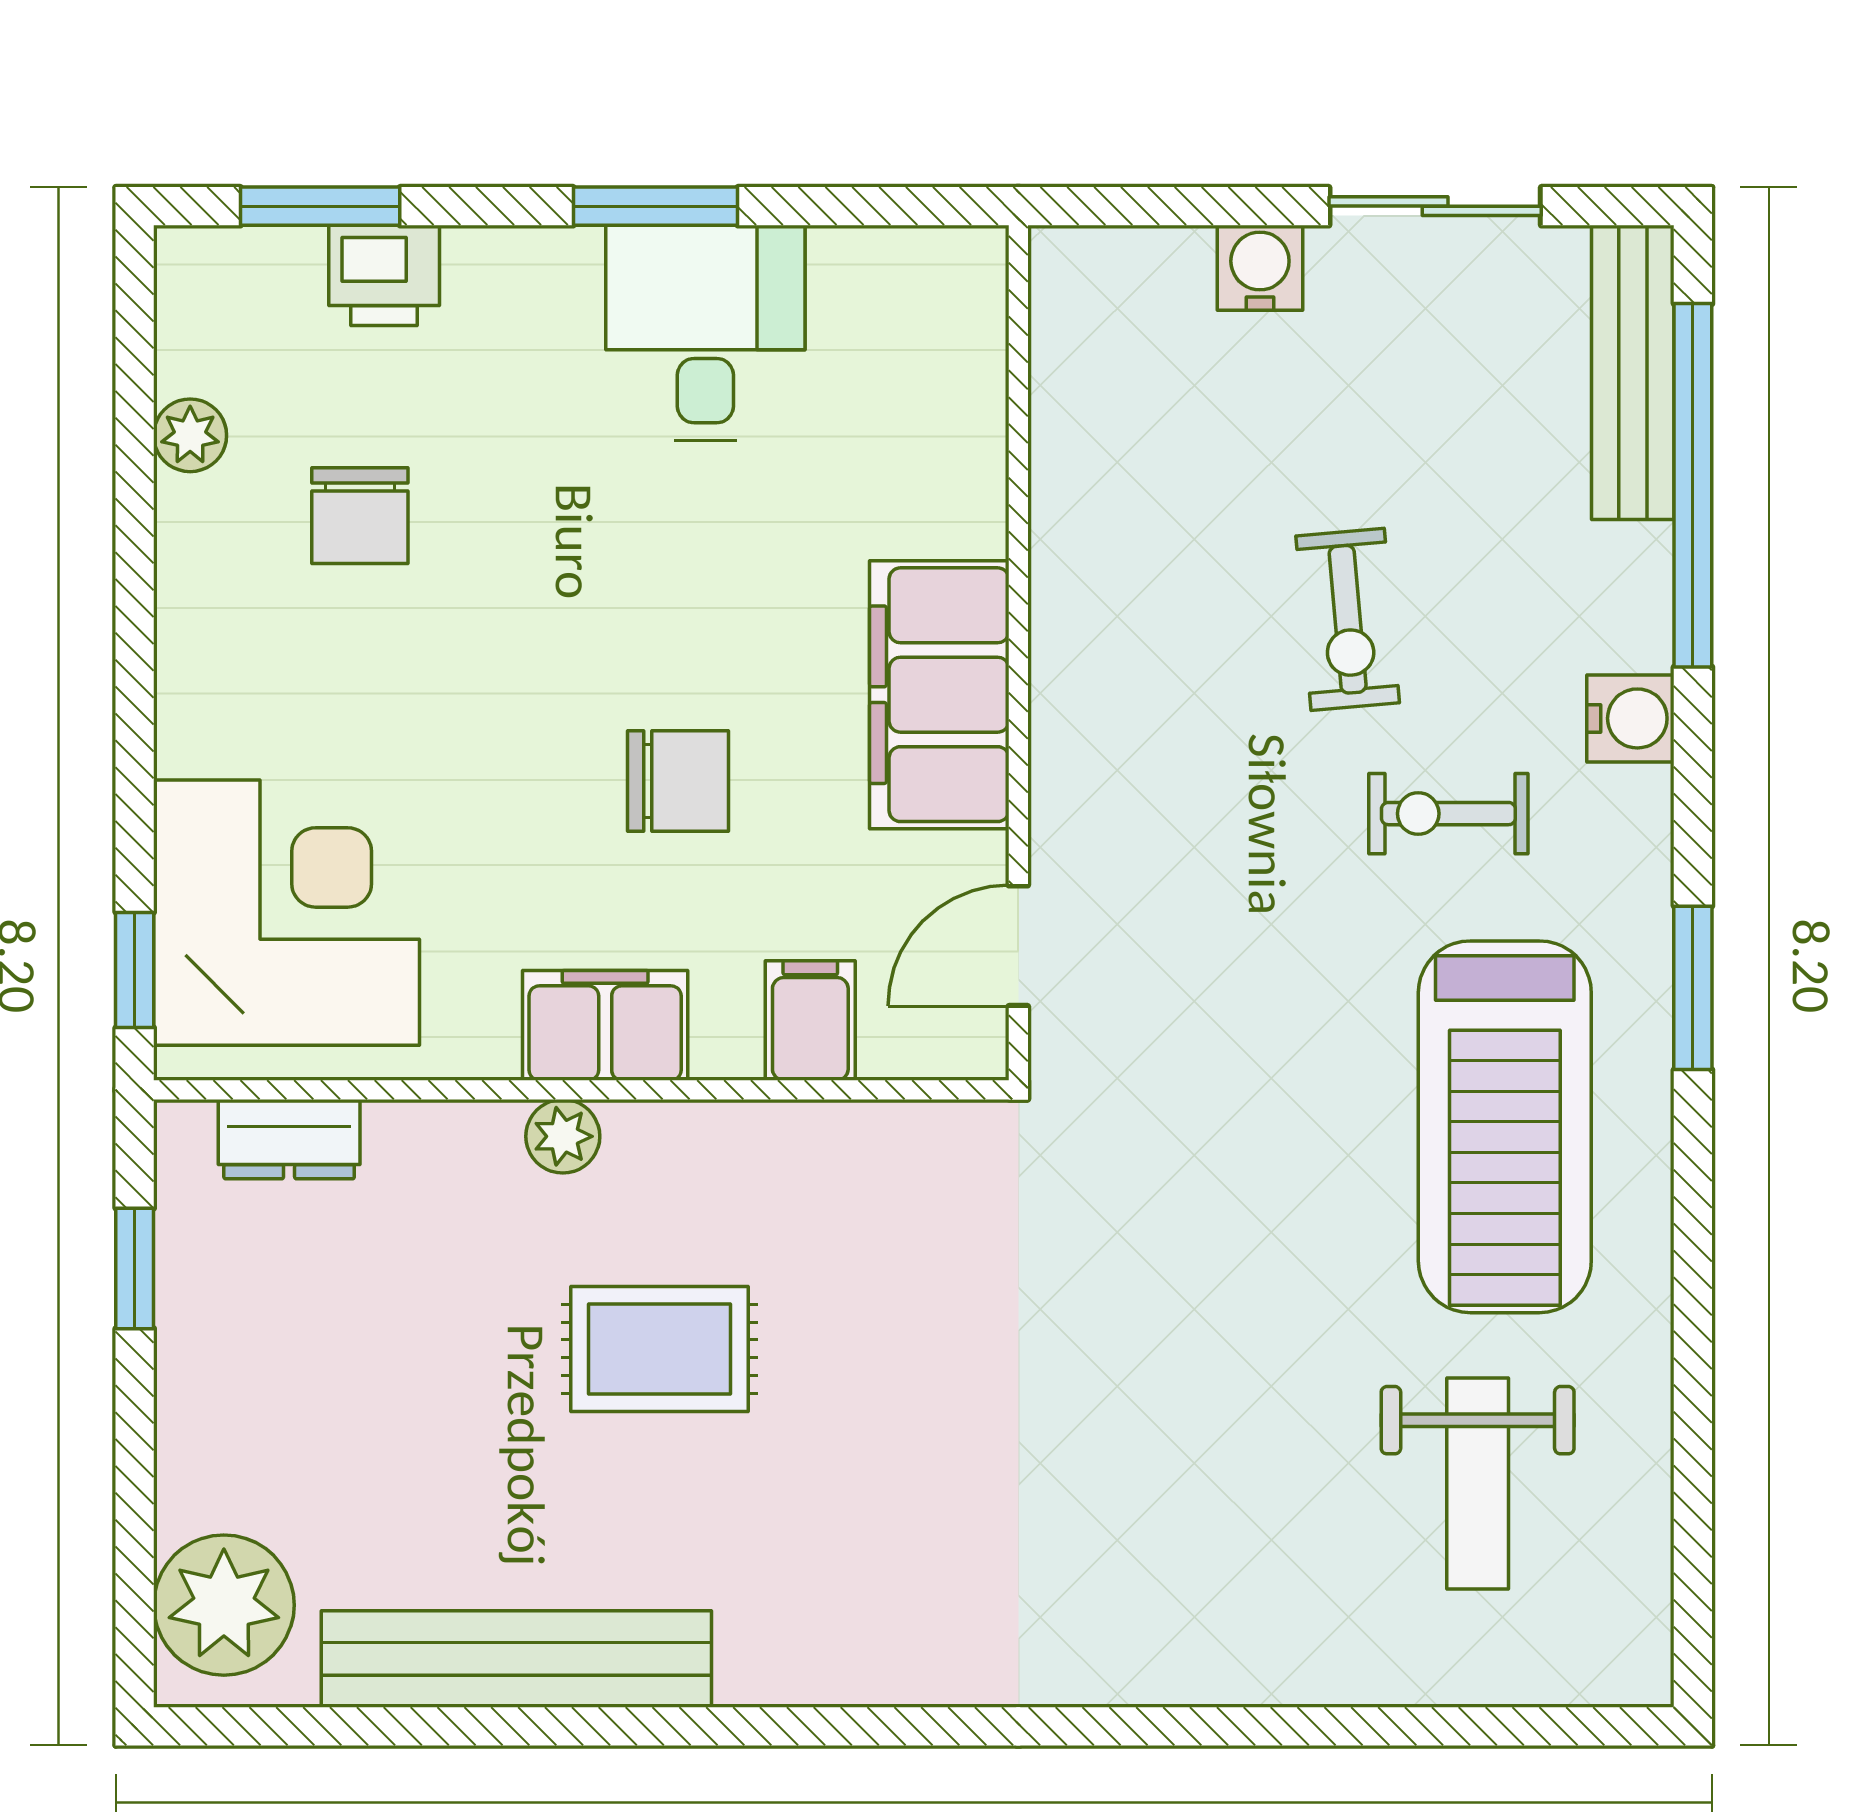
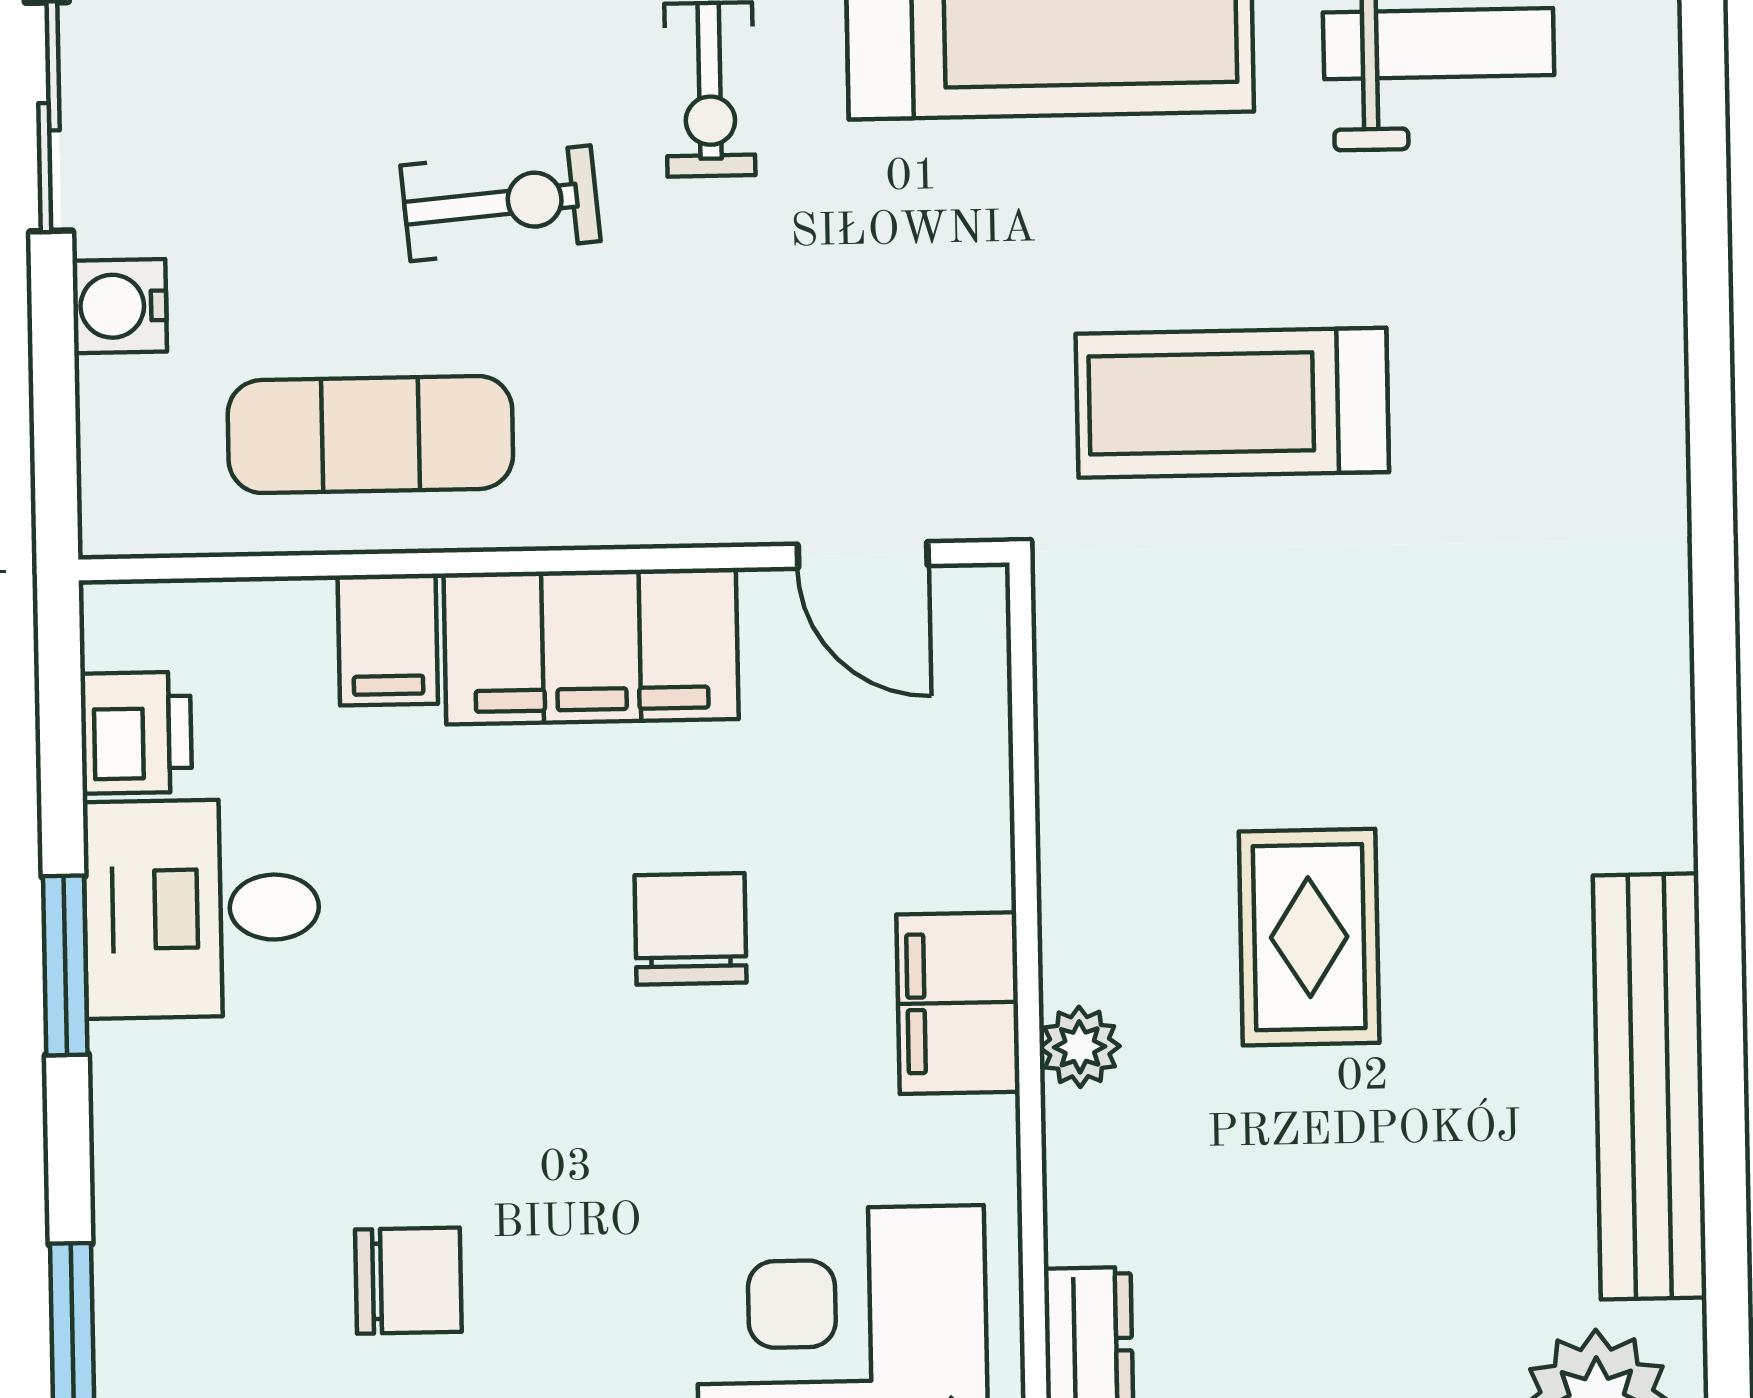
printer: (384, 275) -> (136, 733), moved
exercise mat: (1138, 496) -> (370, 435), added
filing cabinet: (810, 1020) -> (388, 640), moved, turned -90
treadmill: (1152, 1288) -> (1232, 403), added

